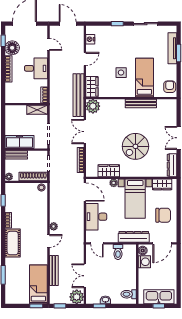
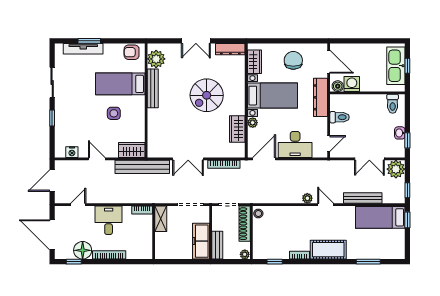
plant: (93, 106) -> (156, 59), moved
spiral stairs: (135, 146) -> (207, 95), turned 90

